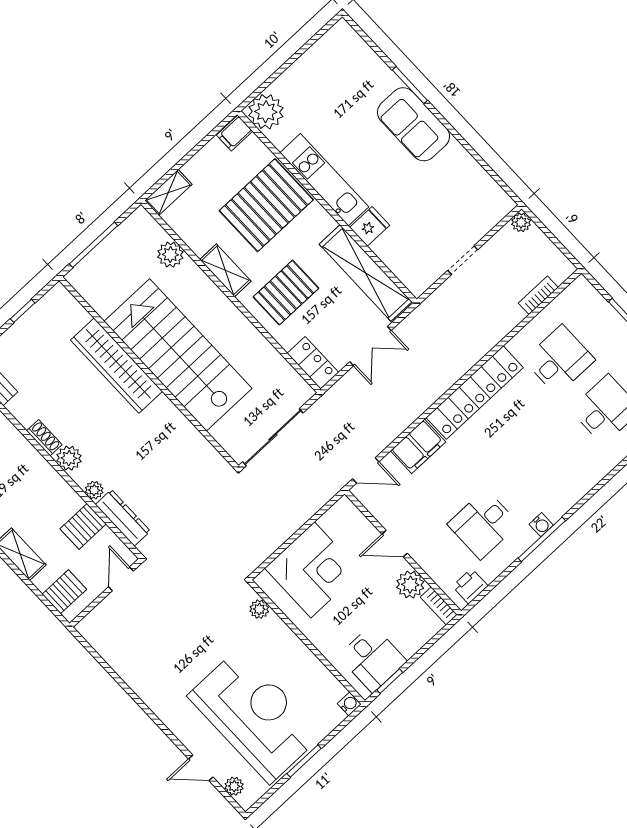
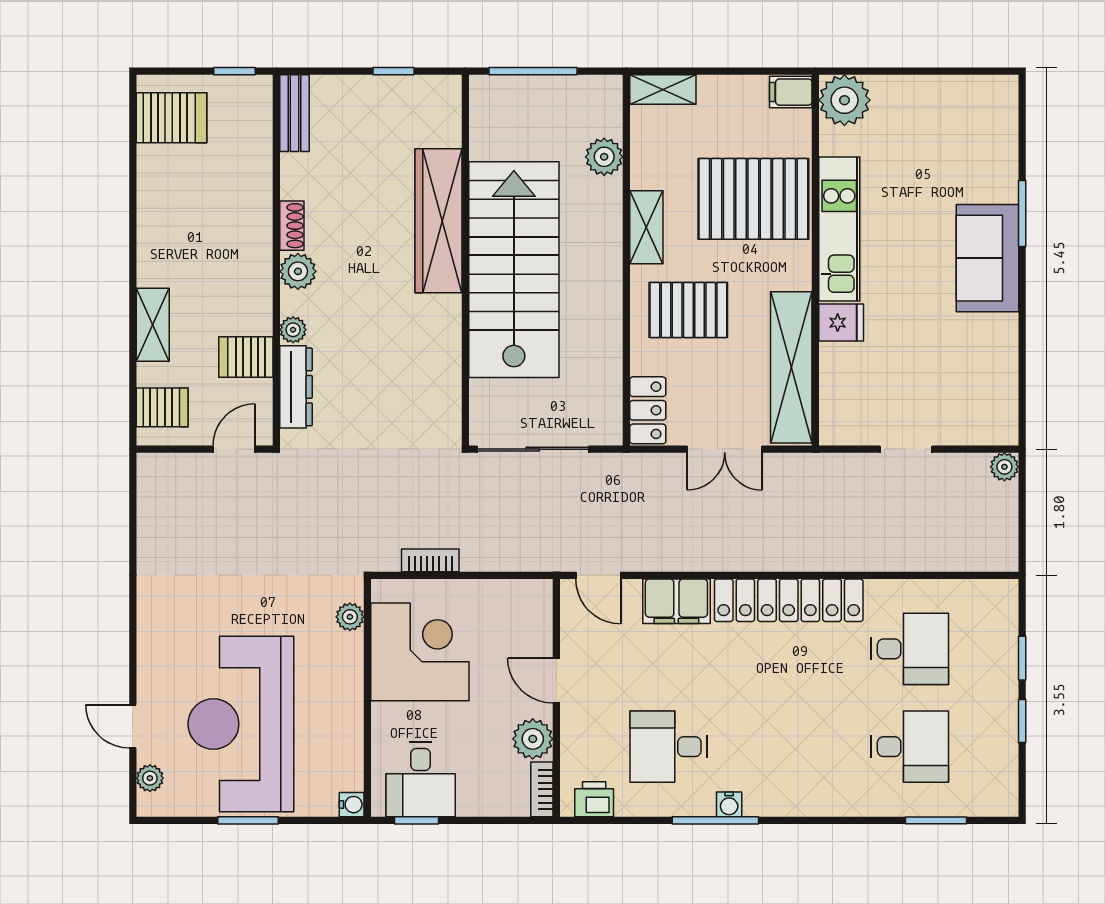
bookcase: (538, 295) -> (430, 560), moved
corner desk: (313, 570) -> (420, 652), moved, turned -90
reception desk: (255, 715) -> (241, 724), turned 180

